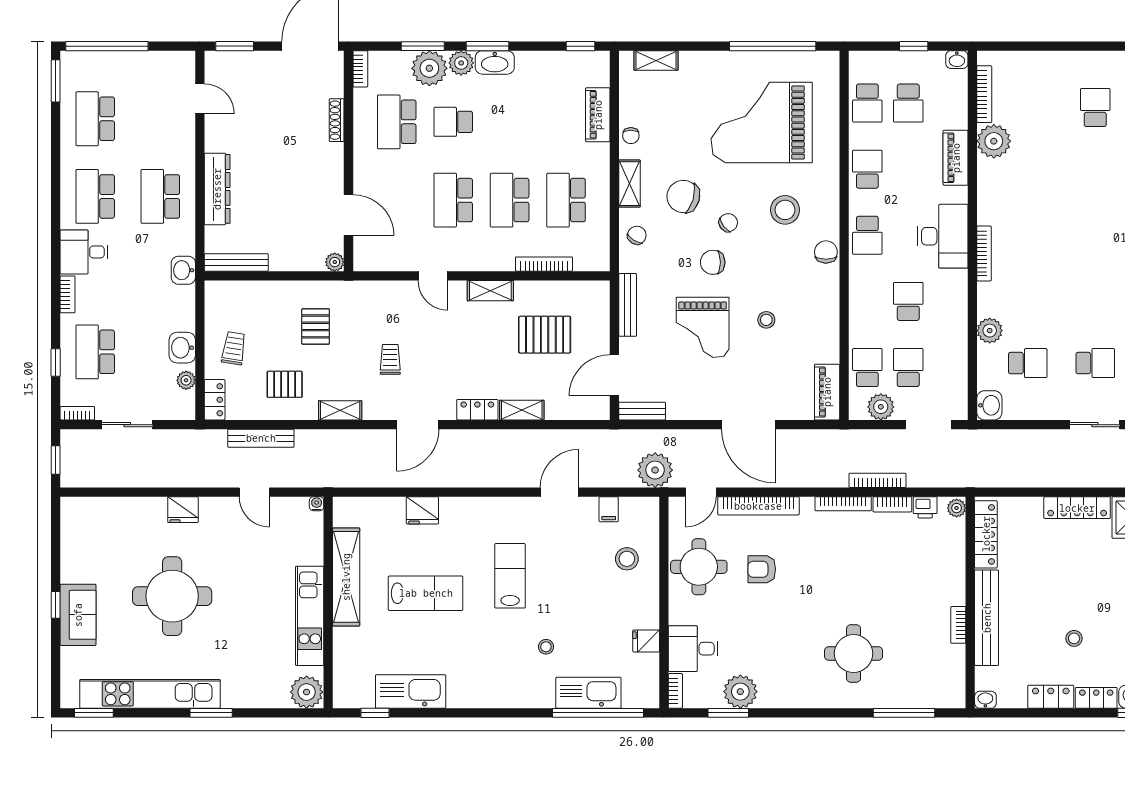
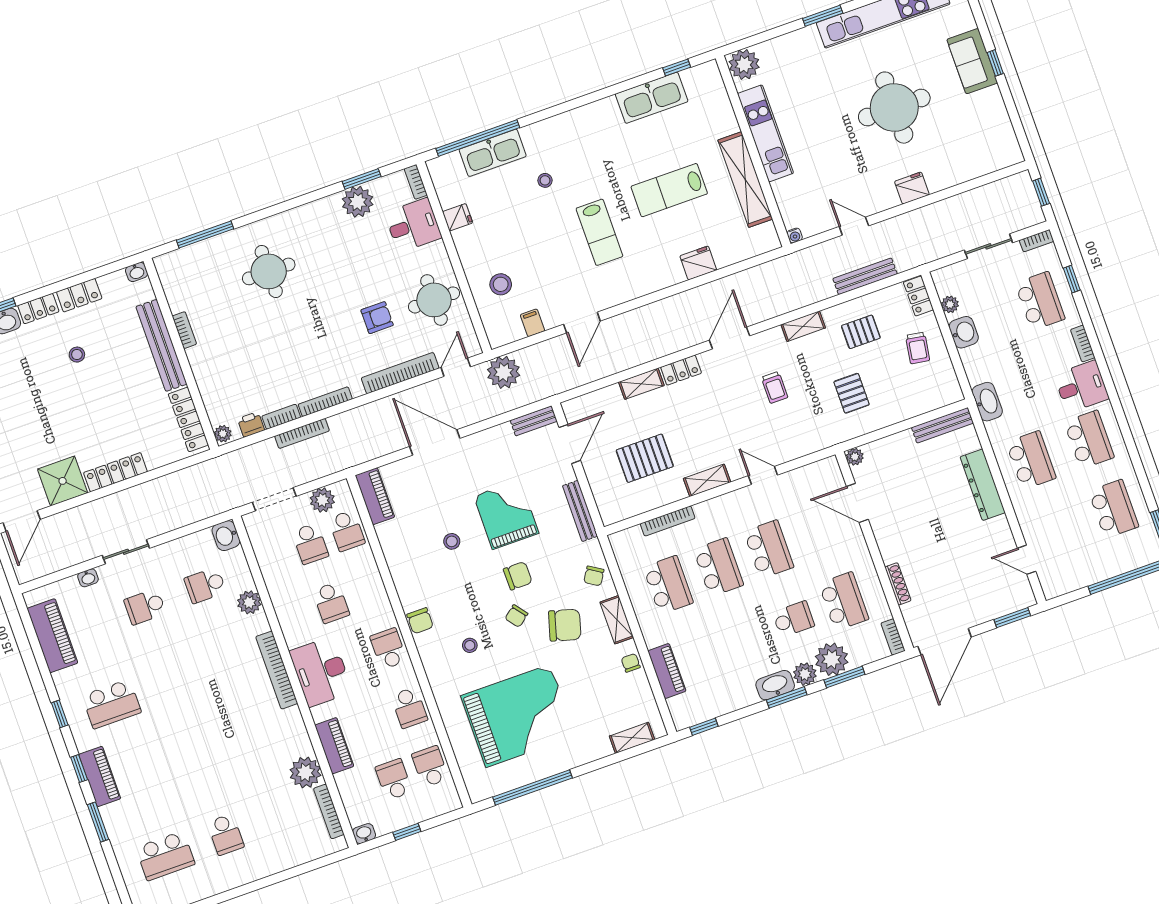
stool: (785, 210) -> (470, 645), width x0.53, depth x0.53
bookcase: (984, 253) -> (277, 670), width x1.48, depth x1.31
washbasin: (183, 270) -> (987, 402), width x1.38

